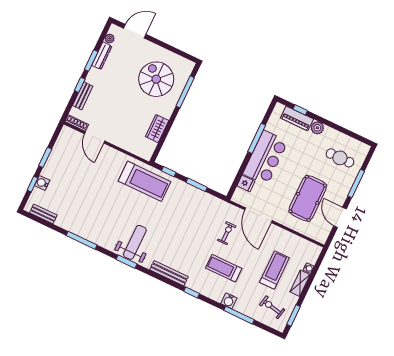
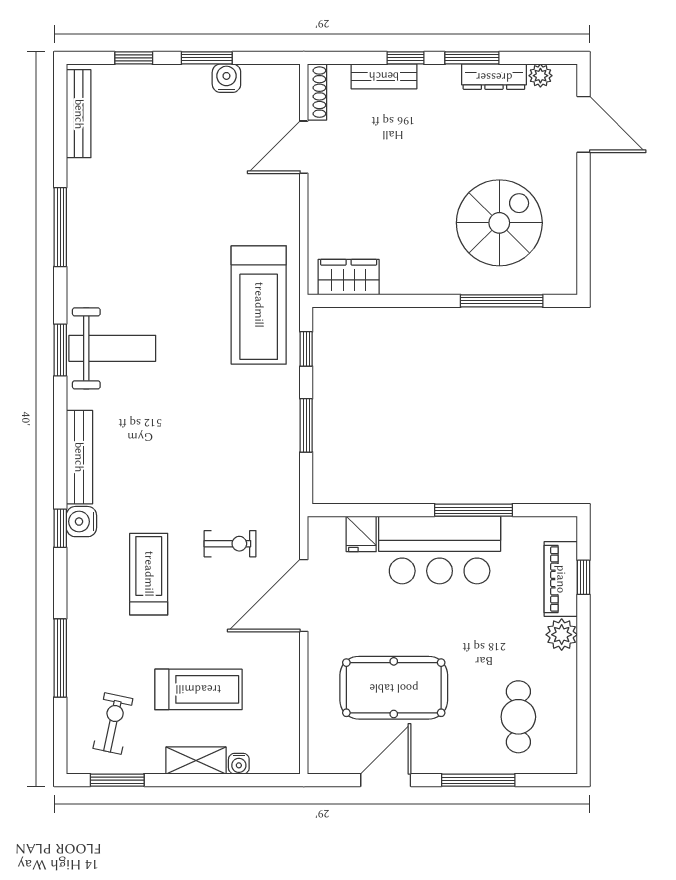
wardrobe: (157, 129) -> (349, 277), moved
water cooler: (42, 183) -> (226, 78), moved
bench: (43, 214) -> (79, 114), width x1.36
water cooler: (229, 301) -> (81, 522), moved

